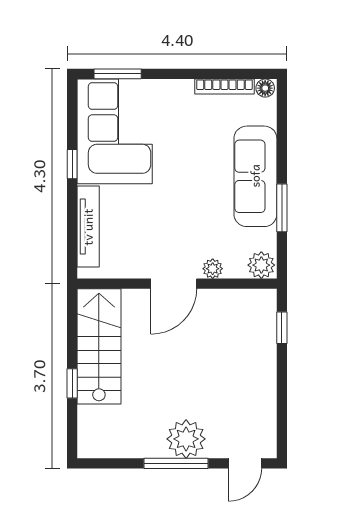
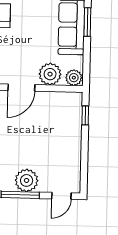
window: (282, 208) -> (87, 22), moved
plant: (213, 269) -> (50, 74), width x1.88, depth x1.88

